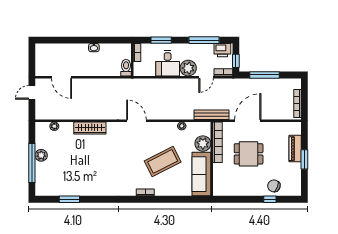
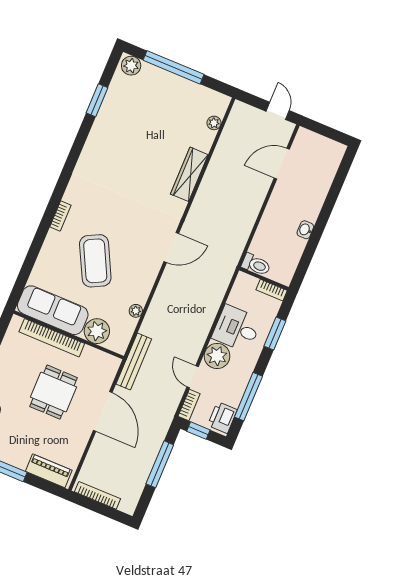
bookcase: (218, 142) -> (52, 338), moved
piano: (295, 149) -> (49, 471), moved
plant: (41, 155) -> (131, 66), moved

